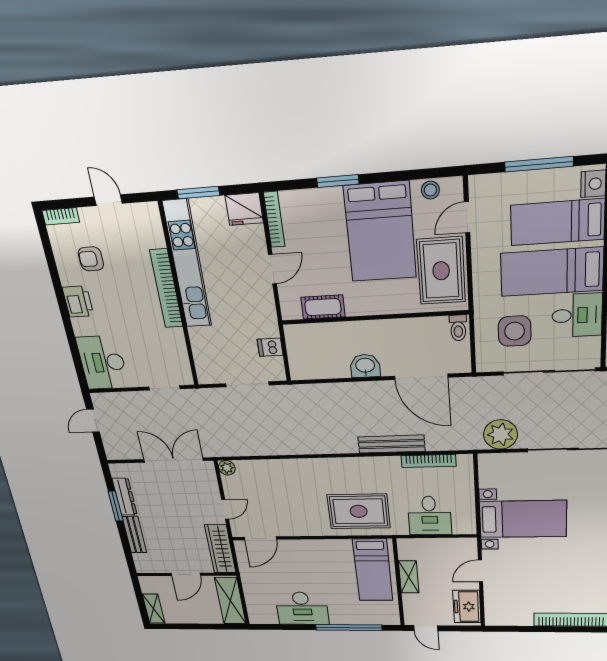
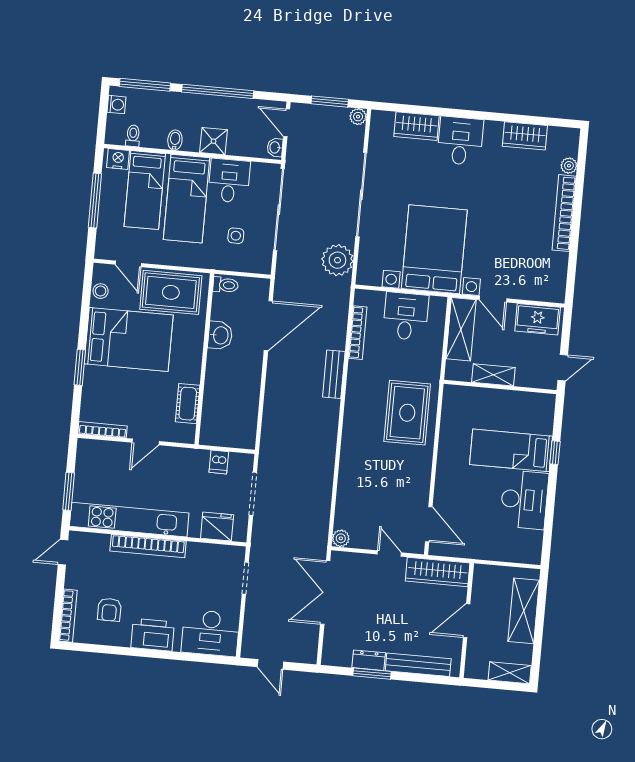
door: (108, 200) -> (63, 552), moved
fridge: (244, 209) -> (217, 527), moved, turned -90
bookcase: (61, 216) -> (68, 616), width x1.56
door: (272, 269) -> (146, 442), swing flipped
printer: (78, 302) -> (153, 635), width x1.37, depth x1.19
side table: (515, 331) -> (236, 236), width x0.54, depth x0.54
washbasin: (365, 366) -> (220, 335), moved, turned 180
bench: (391, 444) -> (334, 374), width x0.73
dresser: (125, 497) -> (369, 660), width x0.70
desk: (430, 516) -> (406, 316), moved, turned -90
bed with nightstands: (523, 519) -> (434, 249), width x1.36
bench: (134, 535) -> (418, 665), width x1.36
shelving: (447, 548) -> (461, 329), added
bed: (373, 570) -> (511, 450), moved, turned 180
door: (186, 574) -> (467, 621), swing flipped
shelving: (230, 601) -> (524, 611), moved, turned 90
window: (349, 628) -> (555, 453), width x0.32

